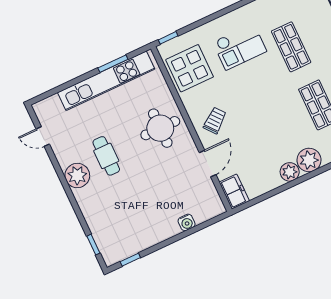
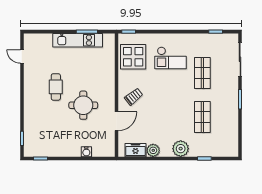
kitchen unit: (106, 81) -> (78, 40), width x0.73
round table: (160, 128) -> (83, 105), moved
plant: (290, 172) -> (153, 150), moved
plant: (77, 176) -> (32, 91), removed
freezer: (234, 192) -> (136, 150), moved, turned -90

